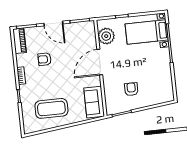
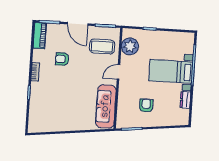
bed with nightstands: (147, 32) -> (171, 71), moved
door: (100, 62) -> (118, 72), width x0.53
dresser: (167, 77) -> (185, 100), added
sofa: (94, 102) -> (106, 106), width x1.36
coffee table: (51, 108) -> (102, 46), moved, width x0.73, depth x0.76

